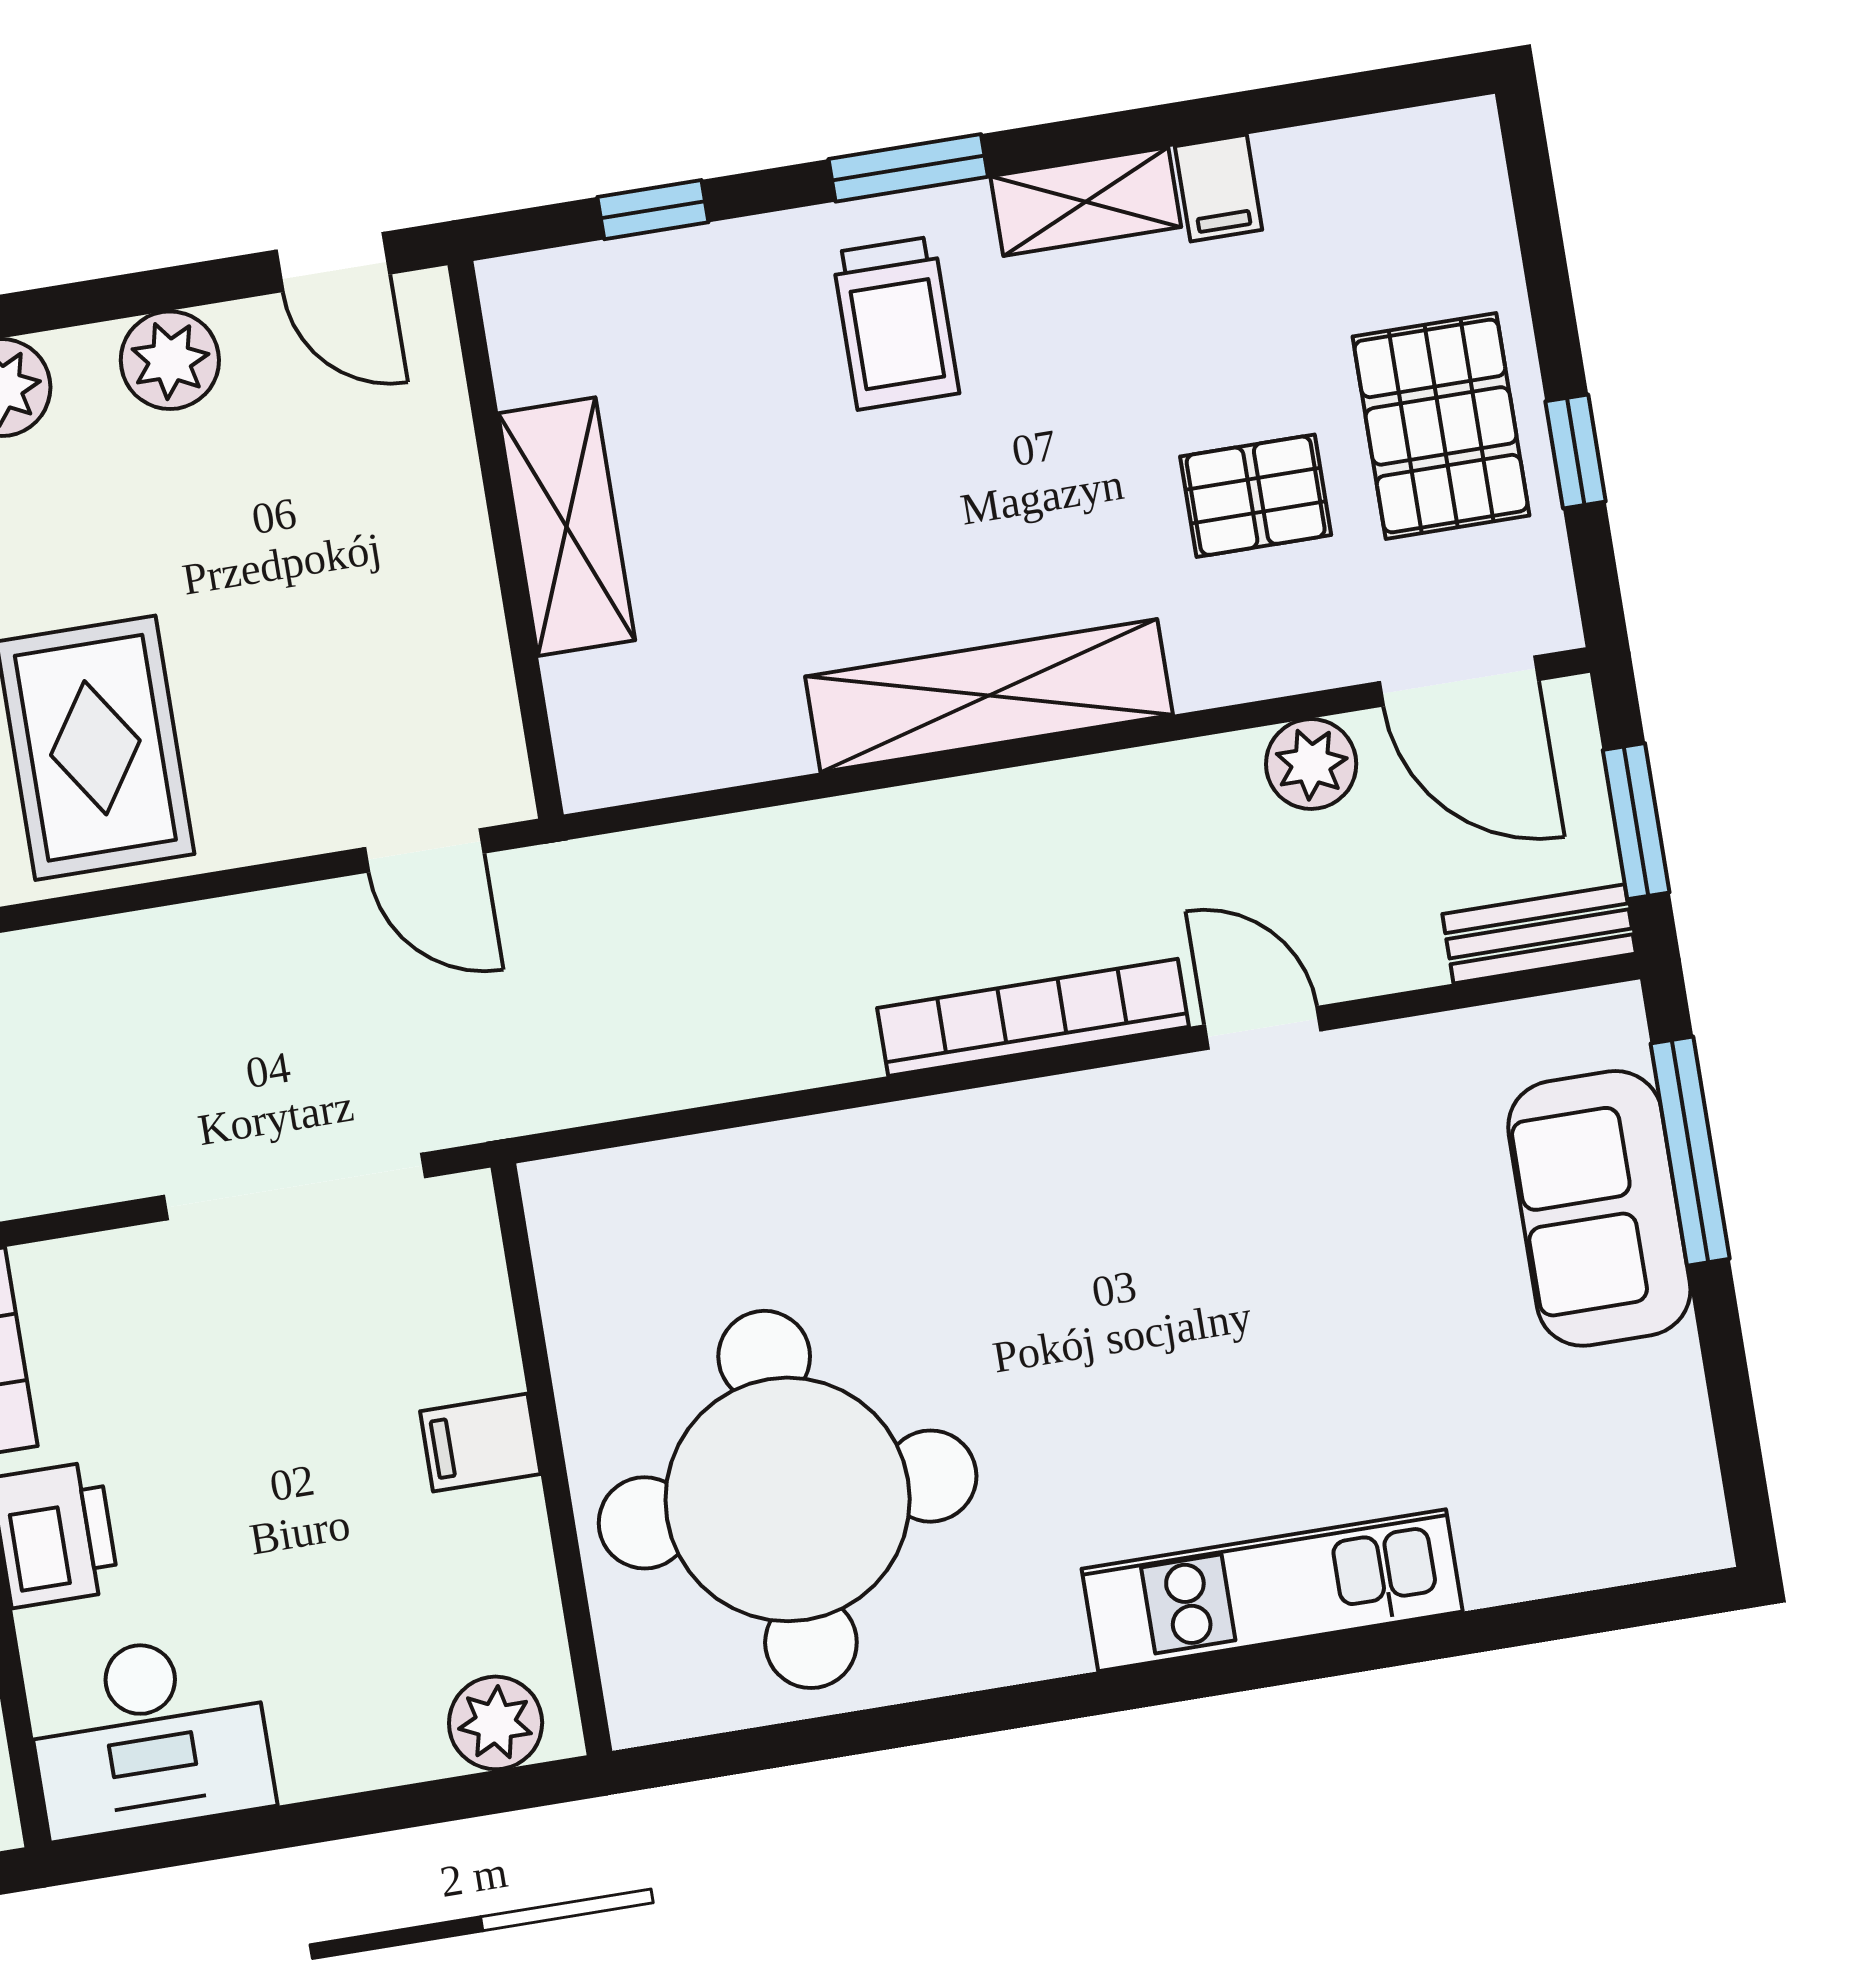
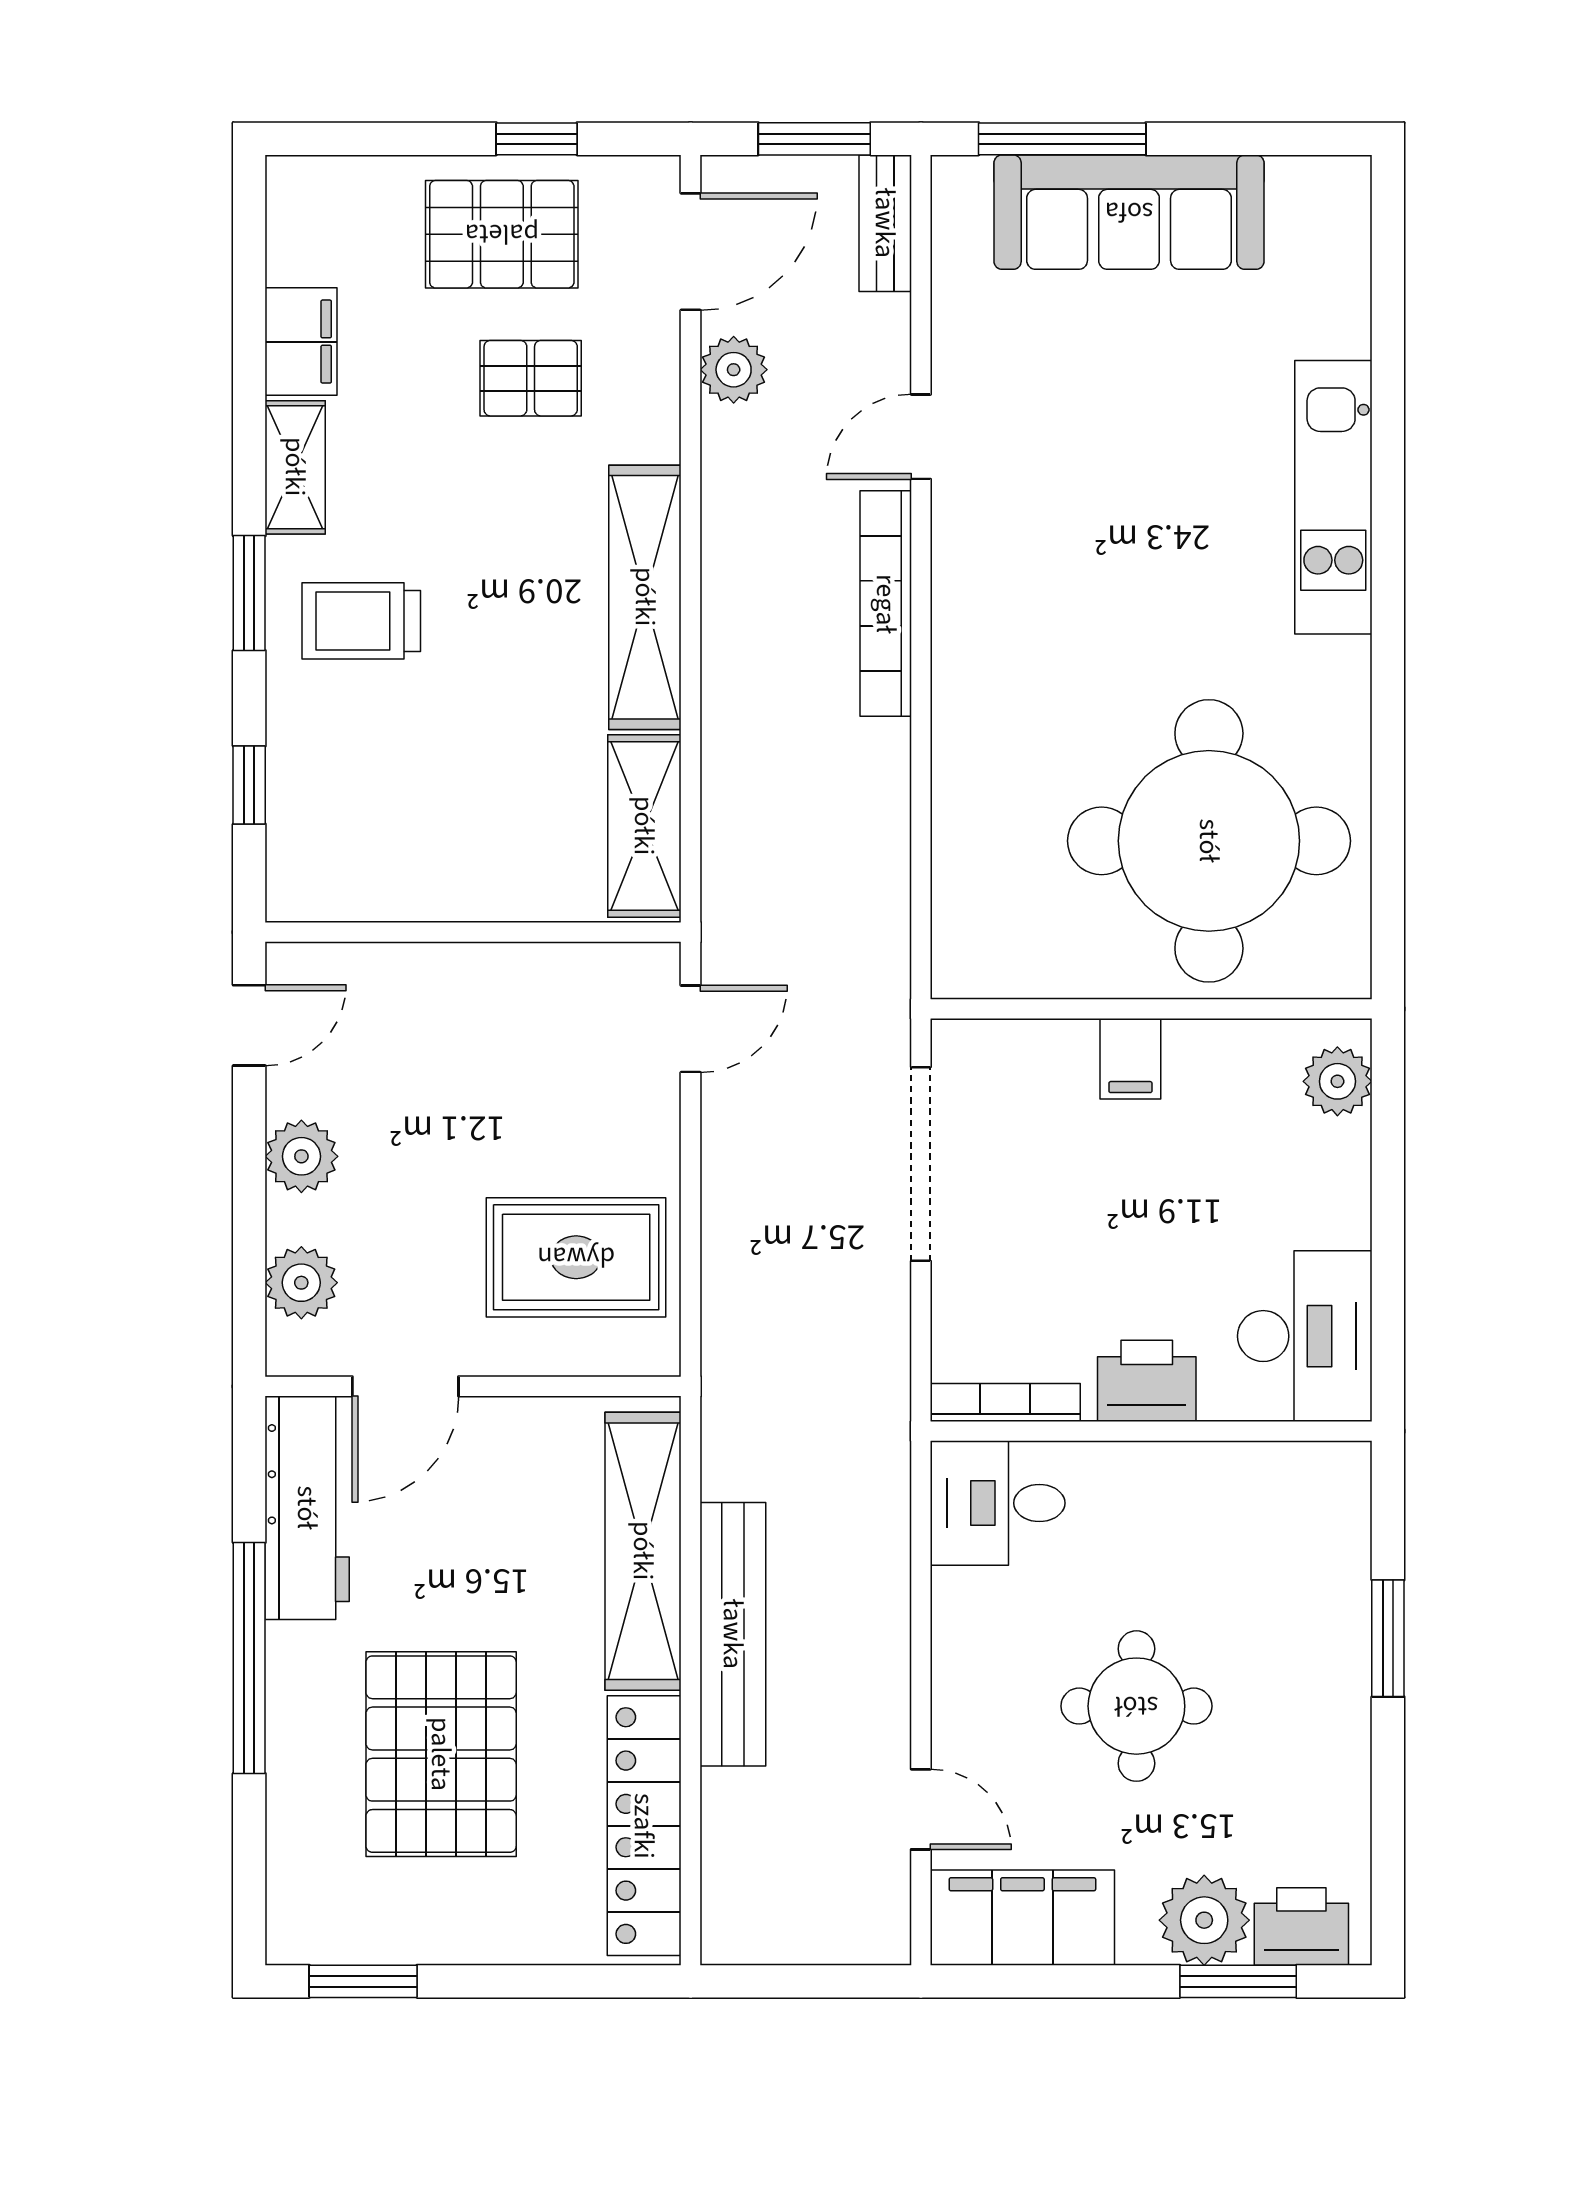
filing cabinet: (1219, 188) -> (301, 342), width x2.00
trolley: (896, 323) -> (361, 621), turned 180
pallet: (1256, 496) -> (531, 378), turned 90
shelving: (567, 527) -> (644, 826), moved, turned 90
sofa: (1599, 1208) -> (1129, 212), width x1.36

